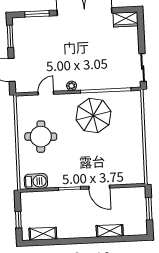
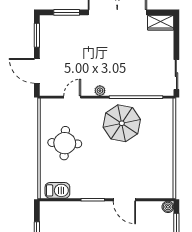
boiler: (140, 192) -> (168, 207), added

